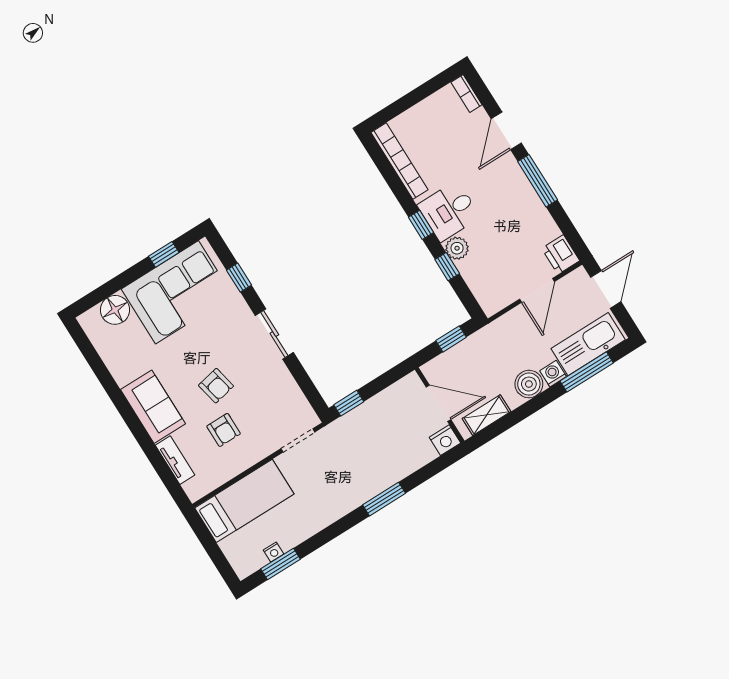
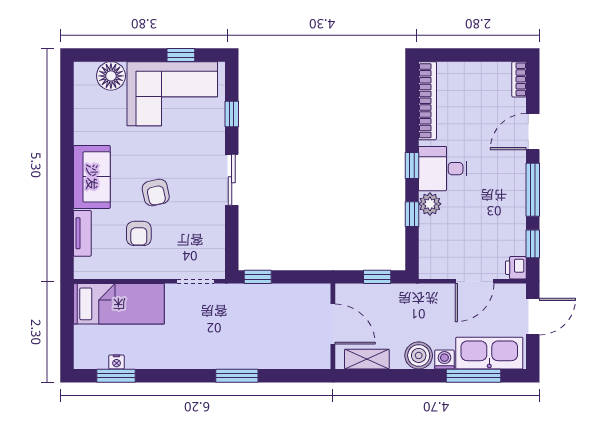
window: (567, 227) -> (533, 244), added
printer: (561, 254) -> (516, 268), width x0.73, depth x0.81
nightstand: (445, 440) -> (319, 358), removed

